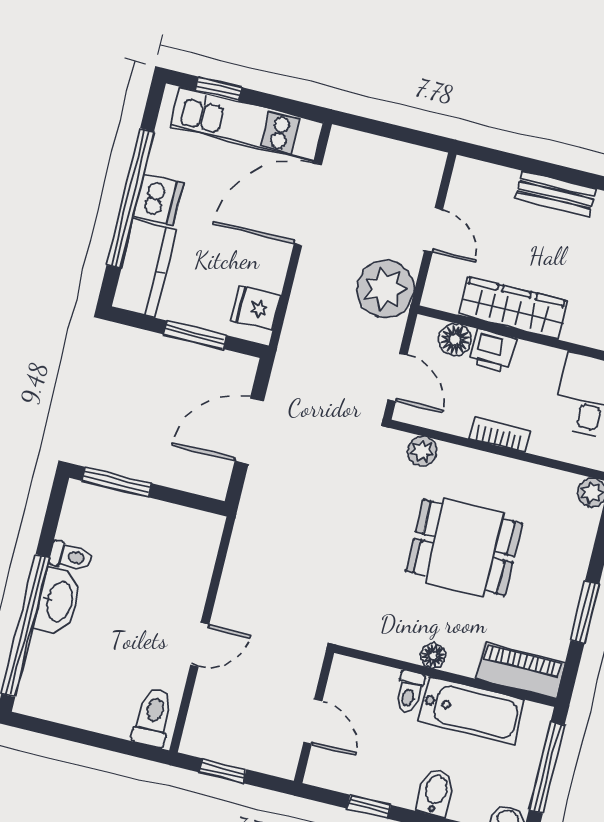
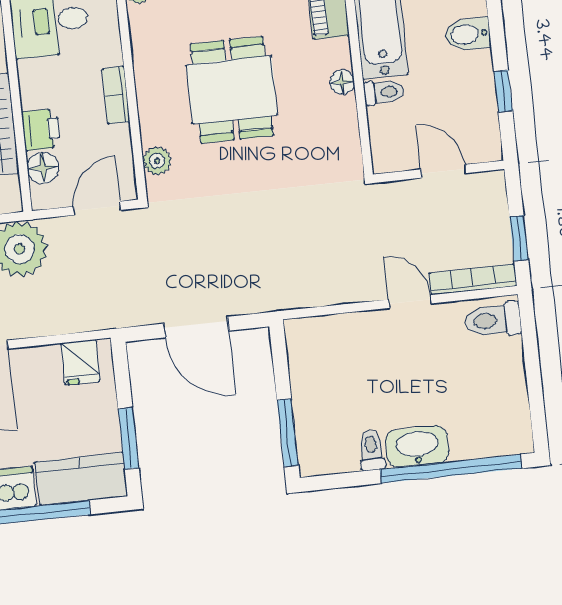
window: (195, 335) -> (129, 438), moved
bookcase: (199, 712) -> (473, 279), added
door: (313, 722) -> (444, 171), hinge flipped

